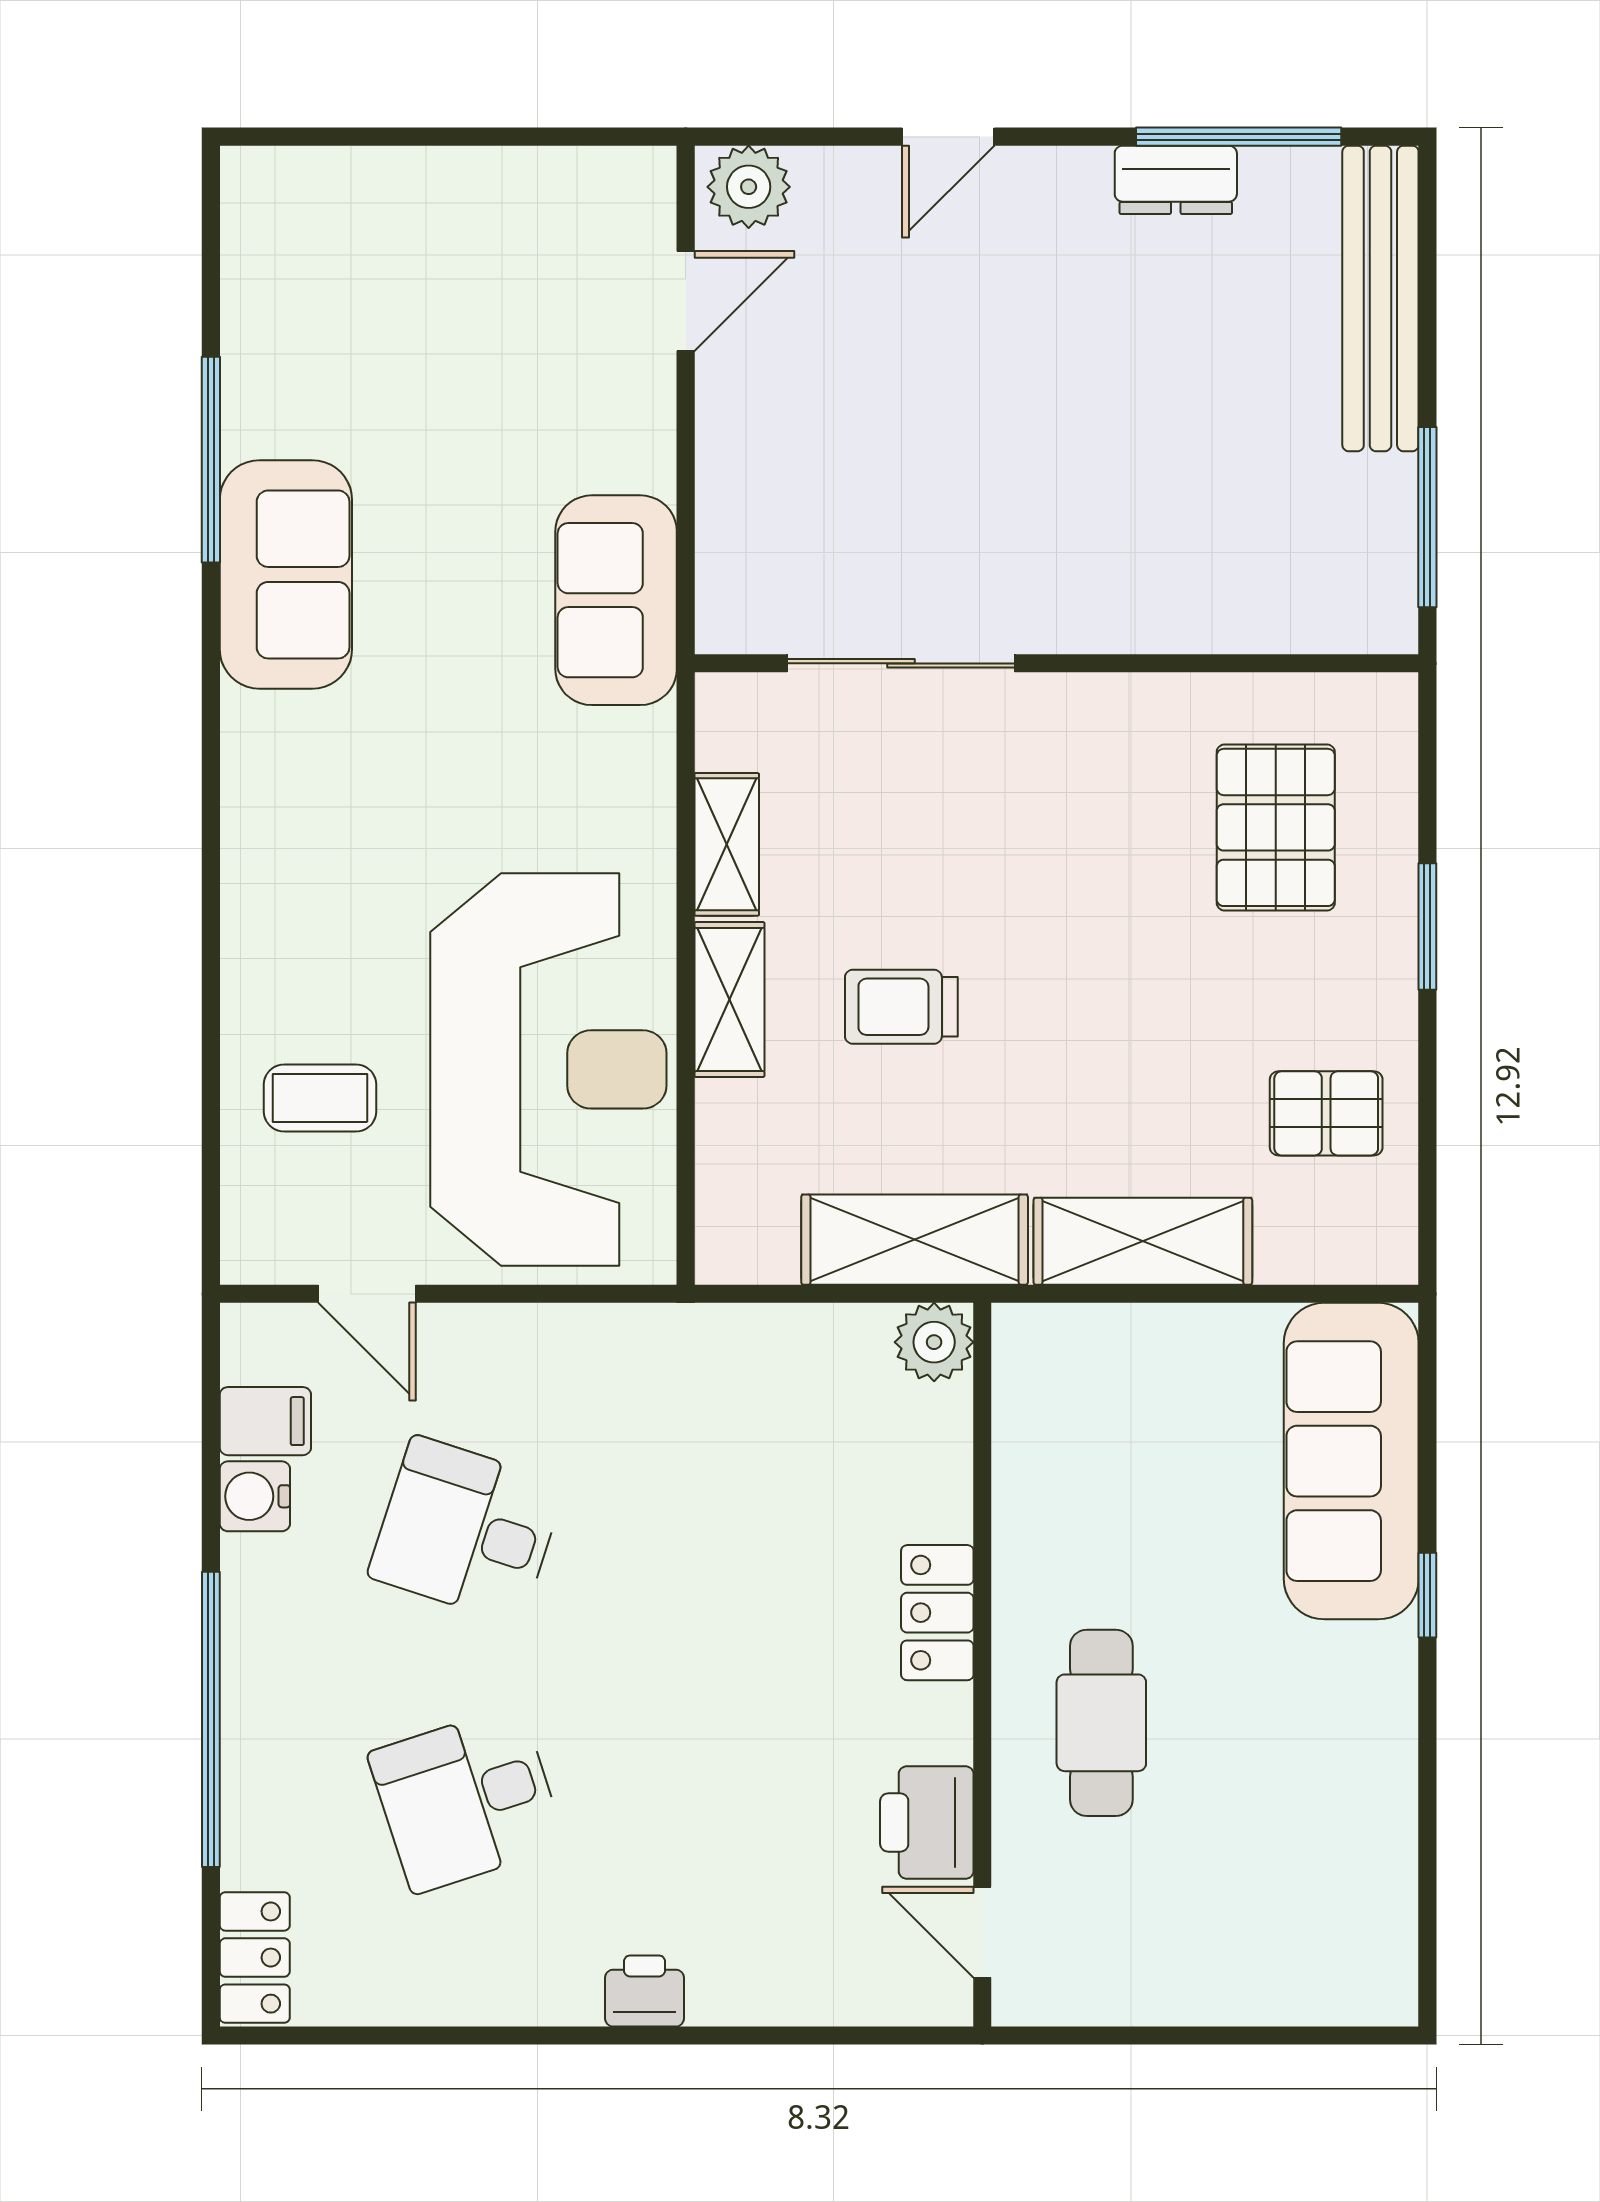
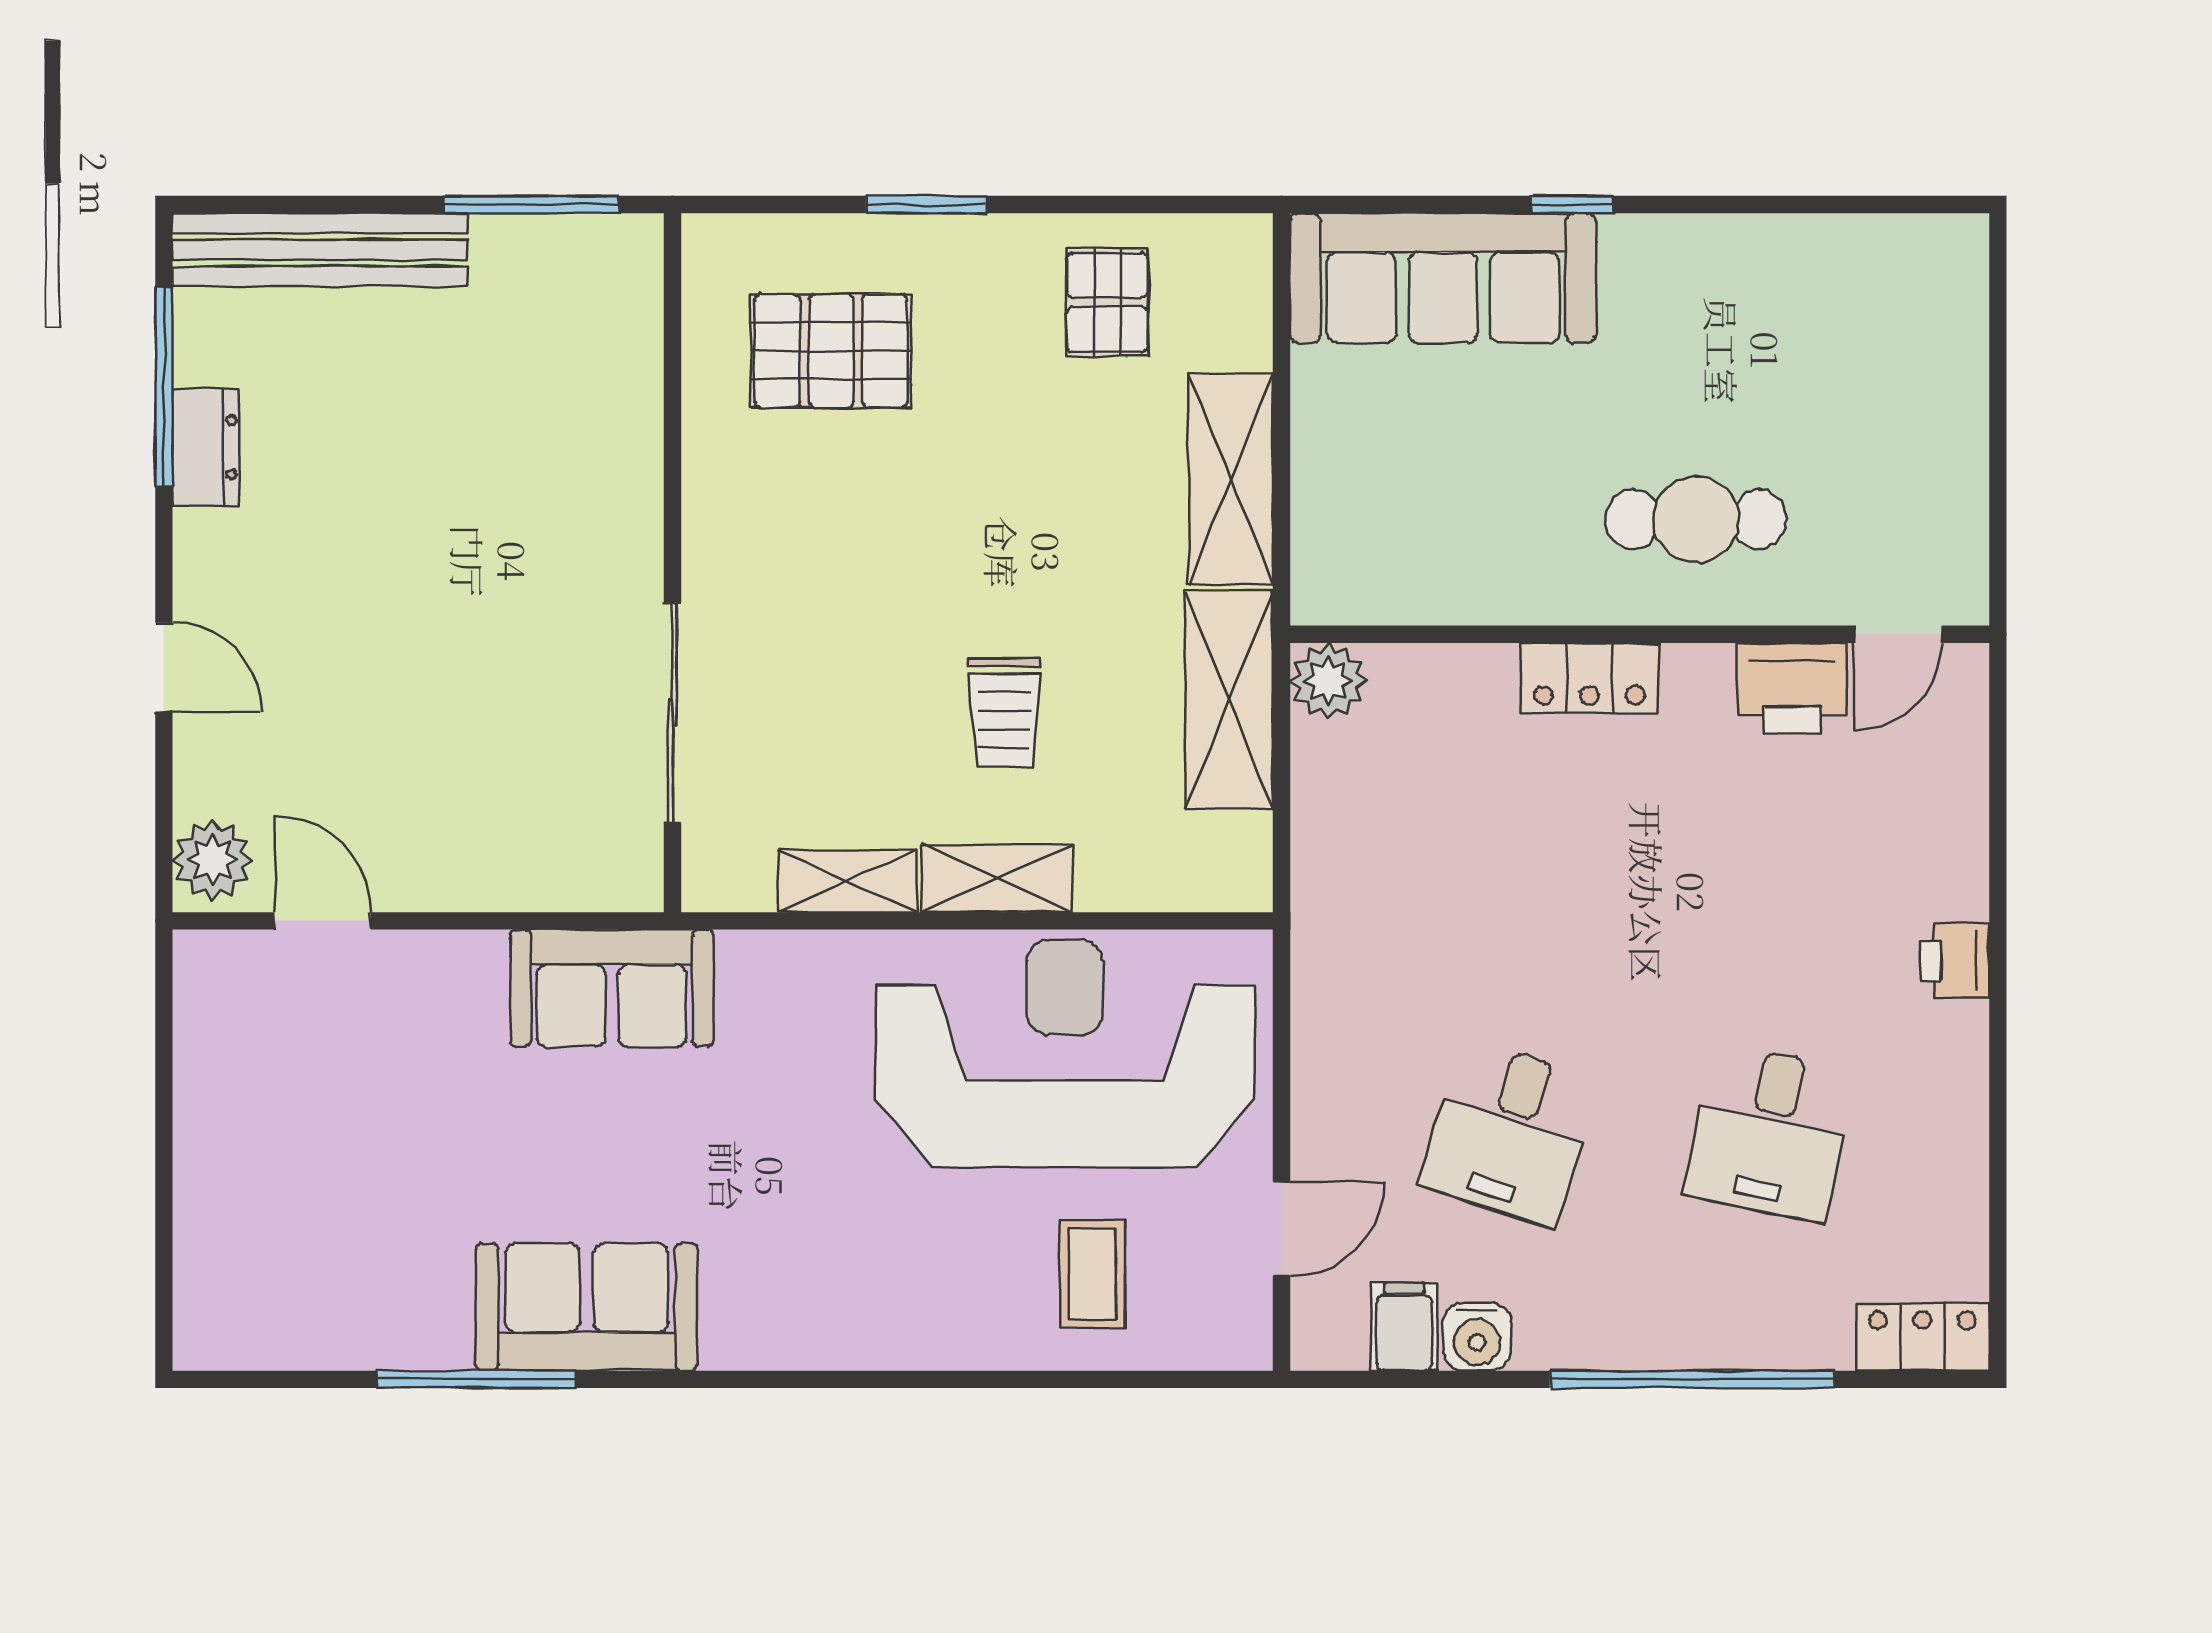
desk: (467, 1799) -> (1770, 1132), turned 30

